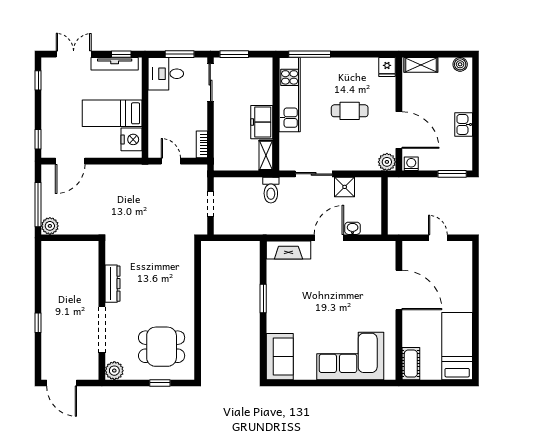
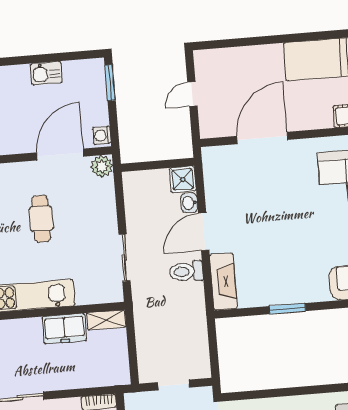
shower: (345, 187) -> (183, 179), moved
toilet: (271, 190) -> (186, 271), moved, turned 180
door: (329, 238) -> (204, 232), hinge flipped

